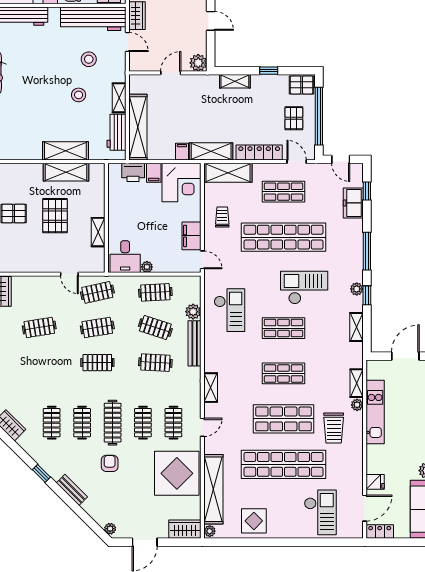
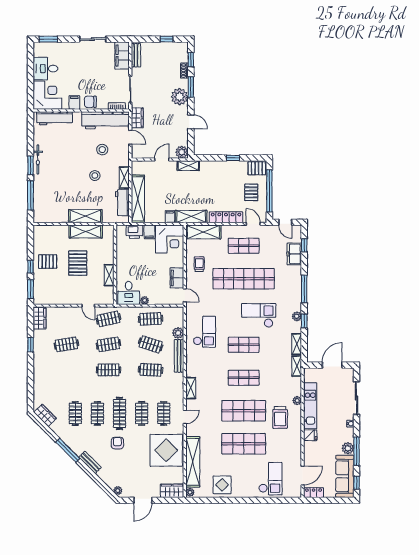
shelving: (235, 81) -> (188, 166), moved
shelving: (357, 383) -> (297, 366), moved
shop shelf: (283, 464) -> (244, 444), width x0.71
window: (41, 473) -> (68, 450), width x2.17
fridge: (375, 482) -> (310, 435), moved

